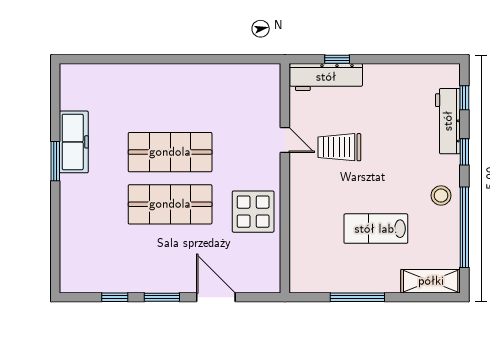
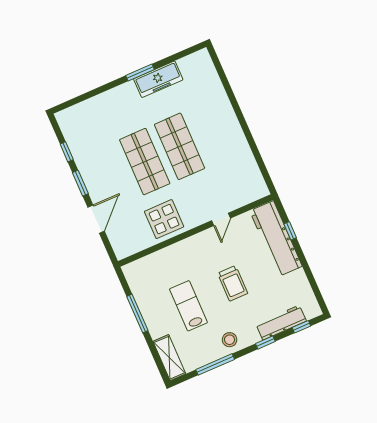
workbench: (326, 77) -> (276, 239), width x1.36, depth x1.32
trolley: (339, 147) -> (233, 283), moved, turned 180
window: (464, 227) -> (215, 364), width x0.68

